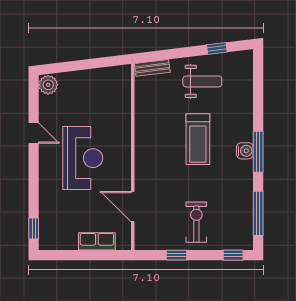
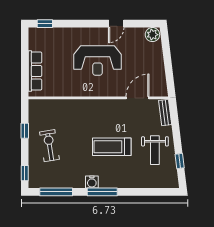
water cooler: (245, 151) -> (92, 182), moved
door: (133, 207) -> (138, 98), moved
exercise bike: (196, 222) -> (50, 146), turned -99
row of seats: (97, 241) -> (35, 71), width x1.48

